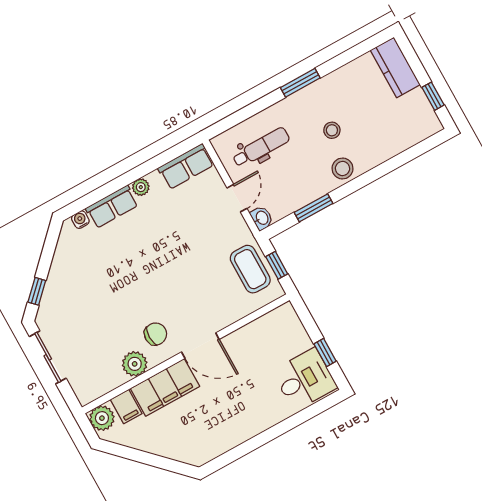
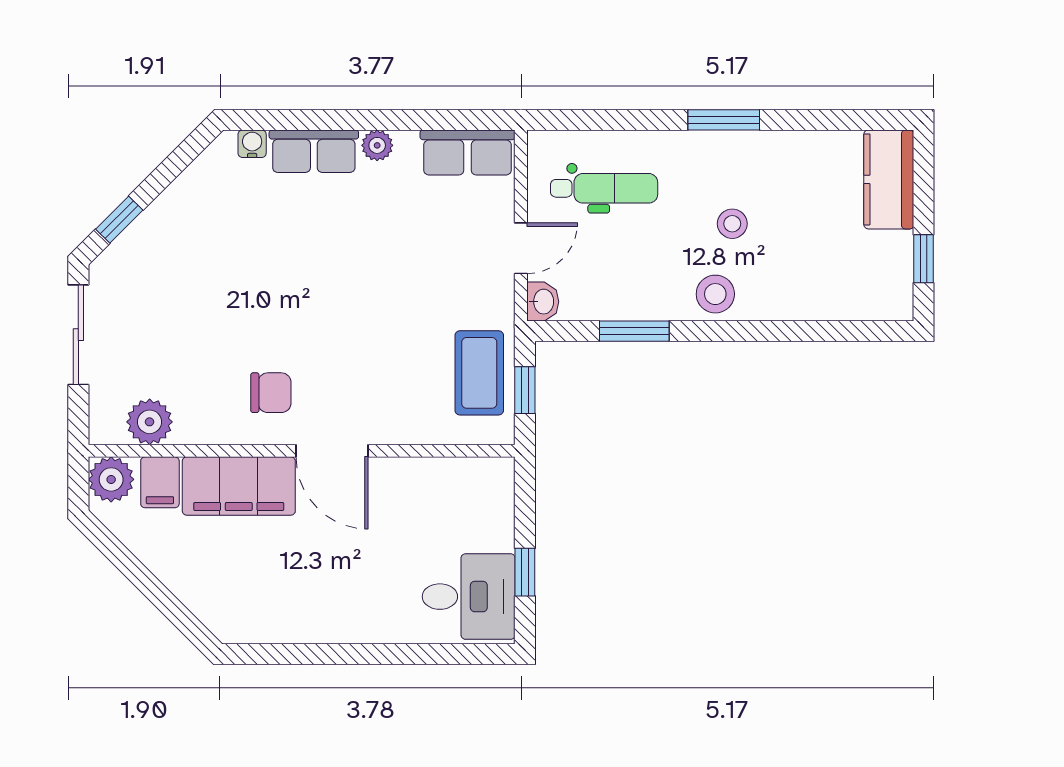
plant: (135, 364) -> (150, 422), moved

